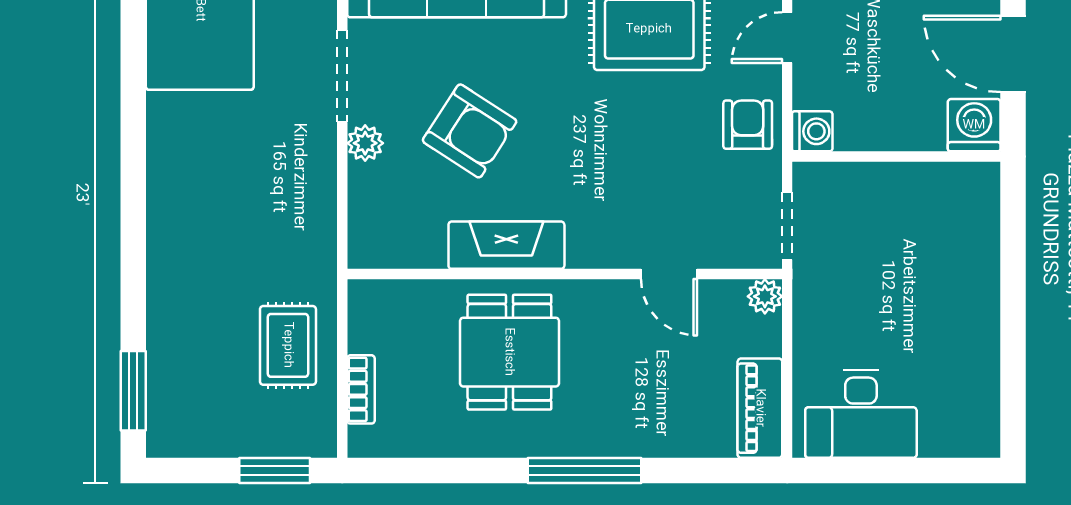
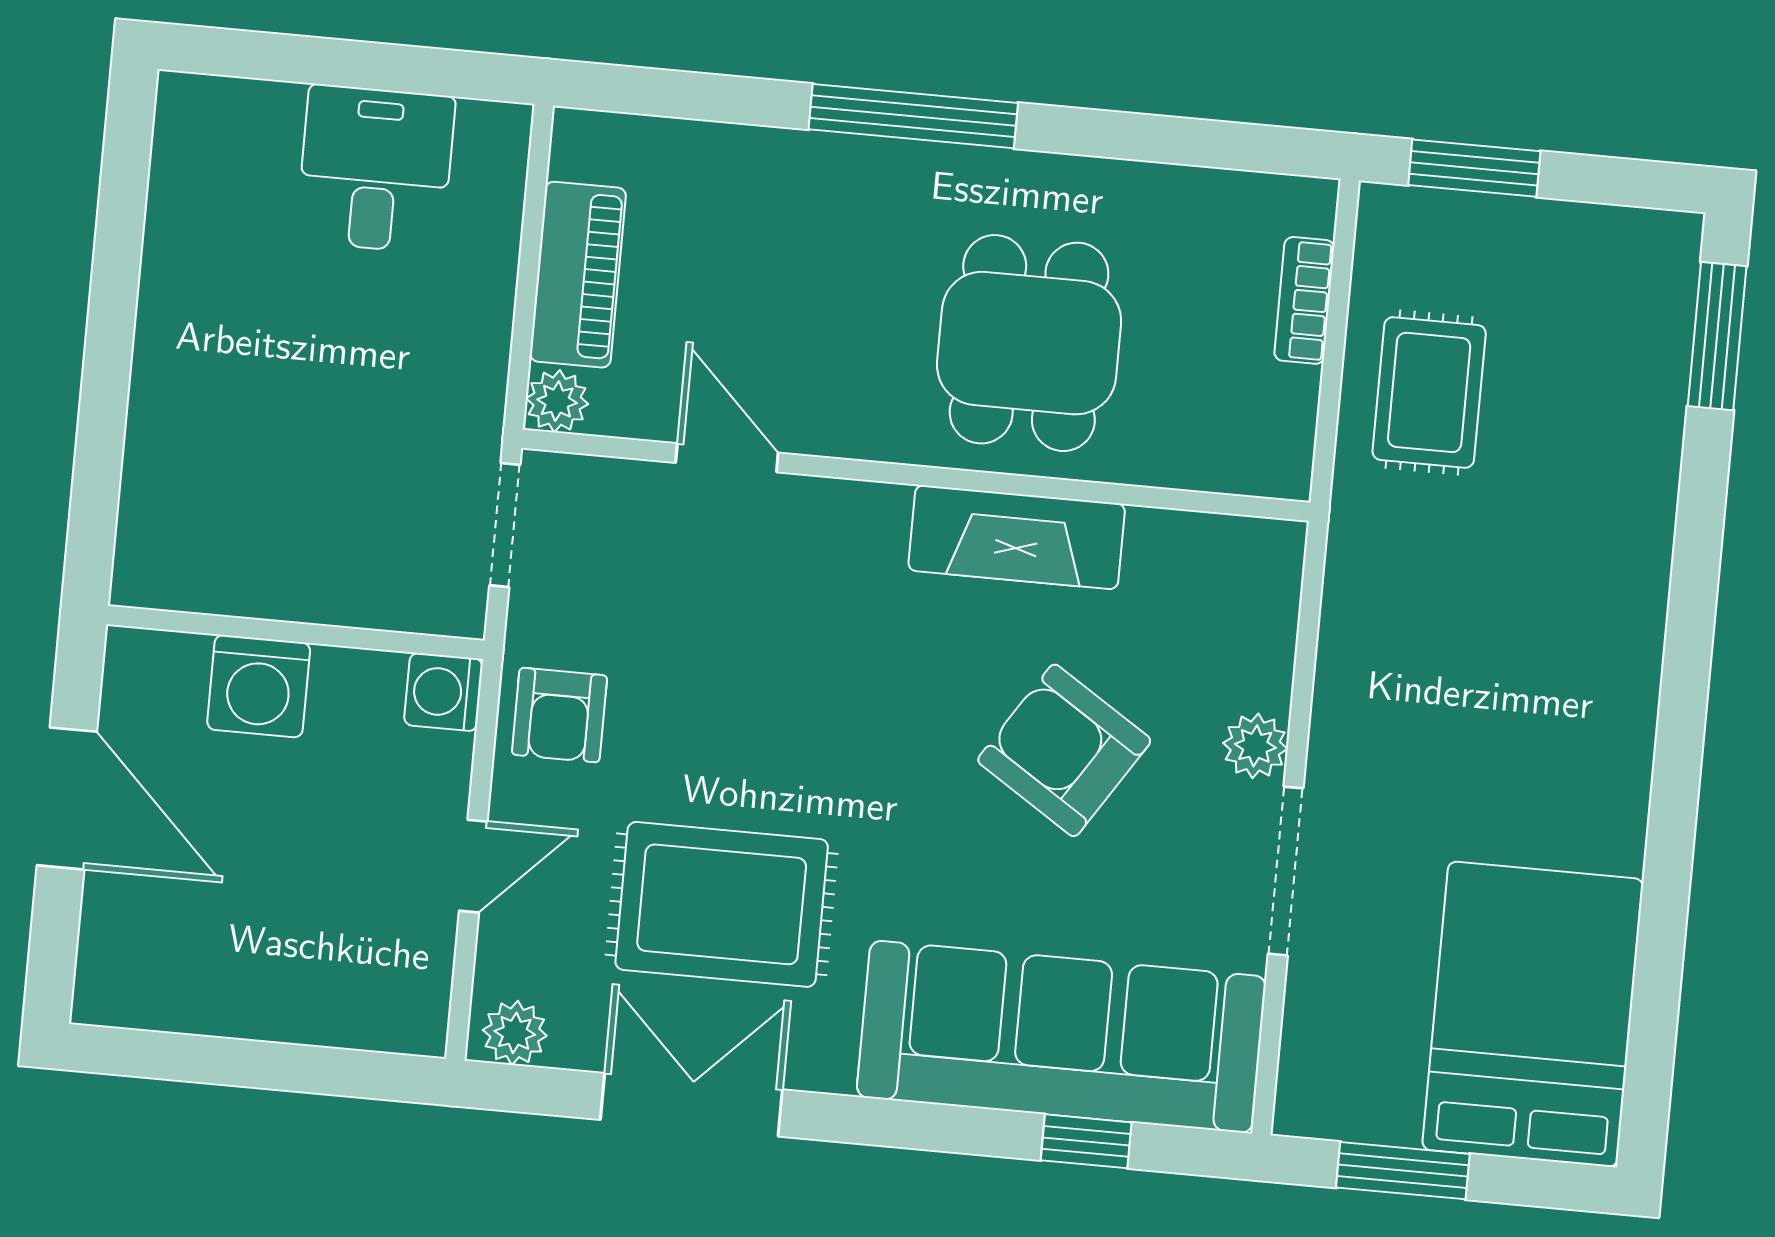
washing machine: (974, 125) -> (259, 686), moved
piano: (760, 408) -> (578, 275), moved
desk: (861, 414) -> (376, 169), width x0.73

